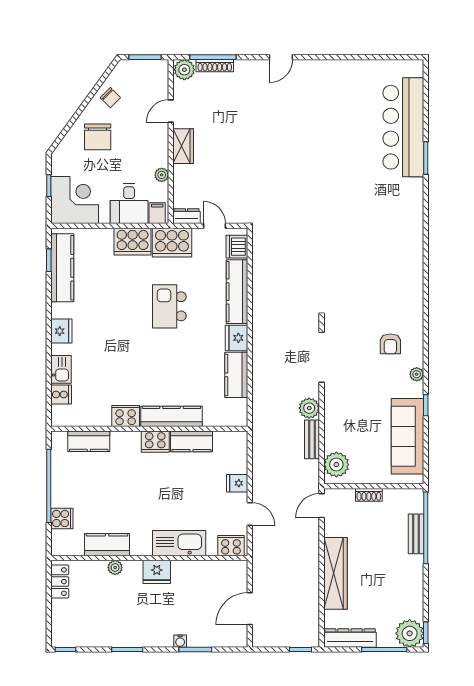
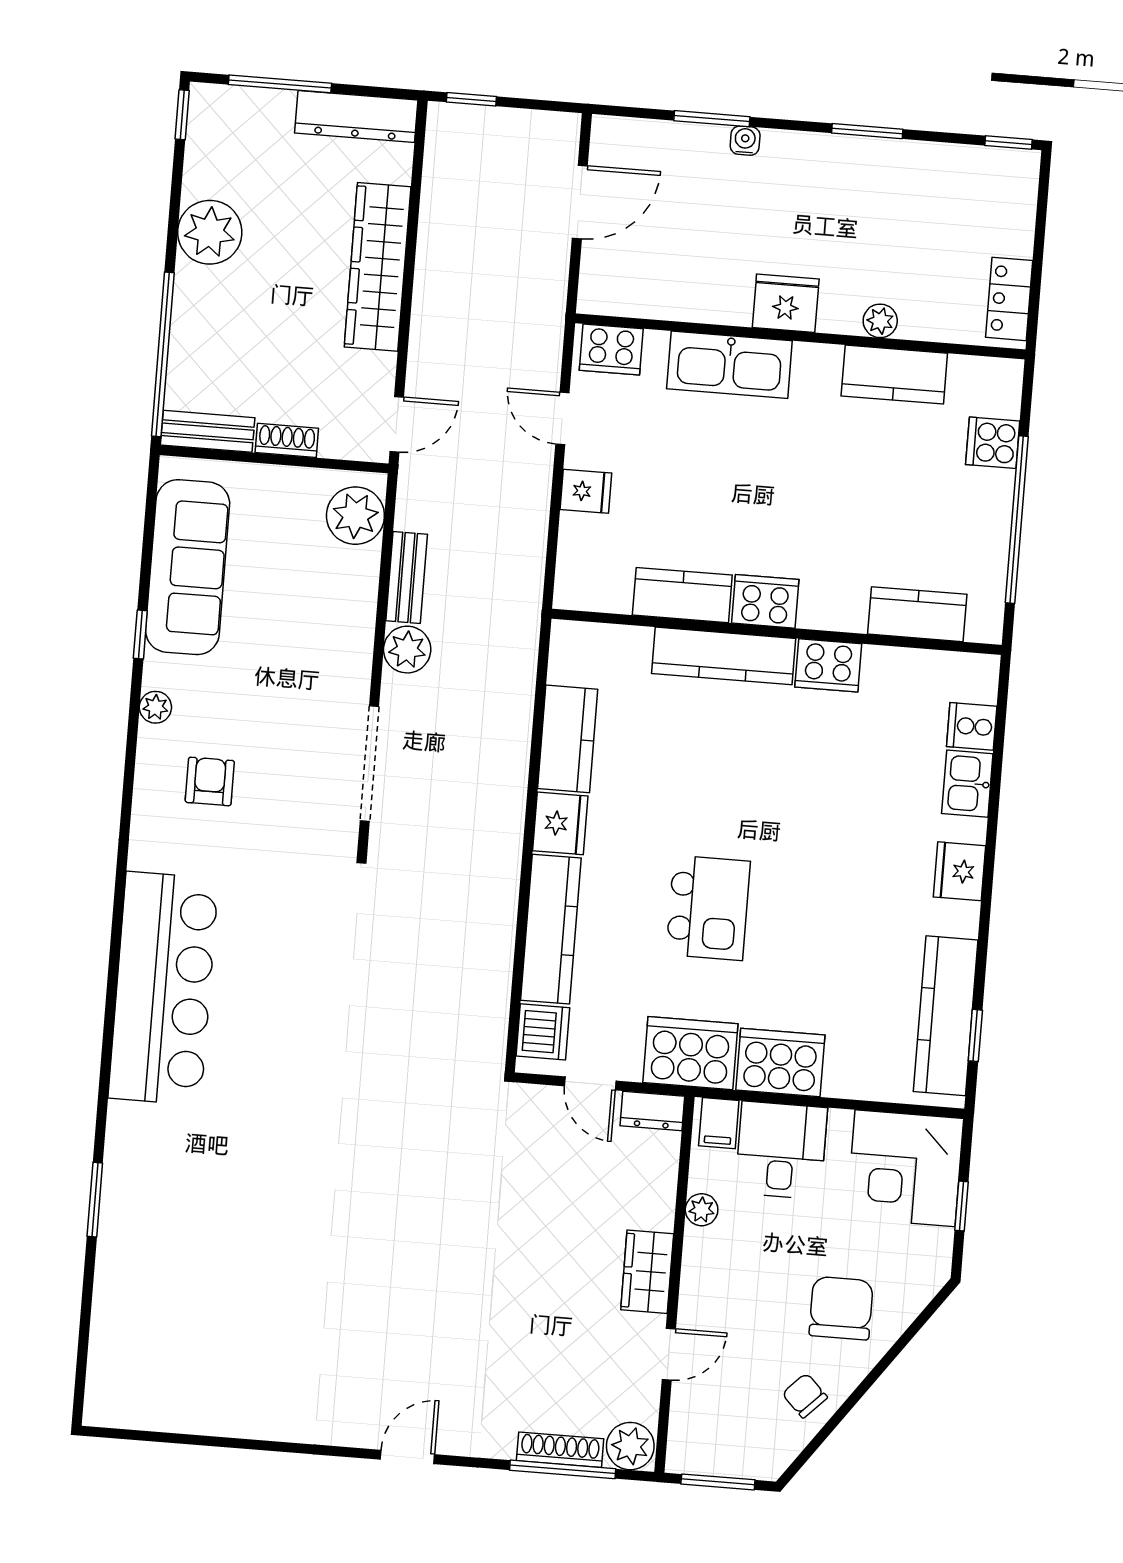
bar counter: (403, 127) -> (163, 988), moved
bench: (416, 534) -> (208, 431), moved, turned 90
plant: (410, 633) -> (210, 232), moved

